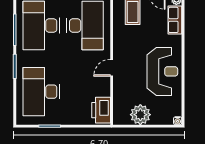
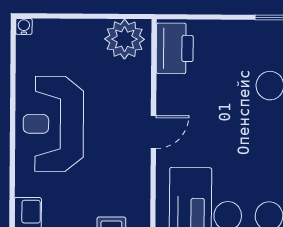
plant: (140, 115) -> (125, 39), moved

